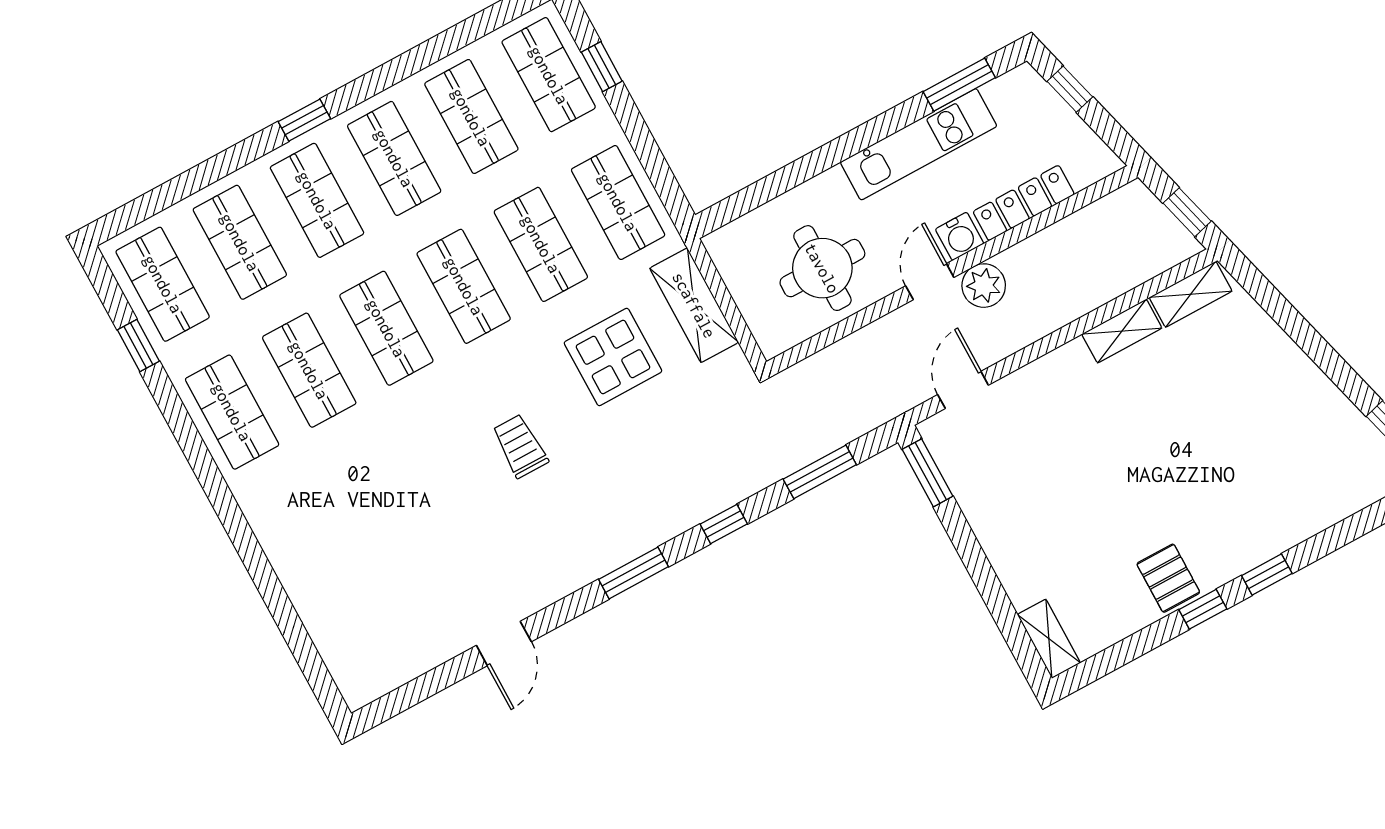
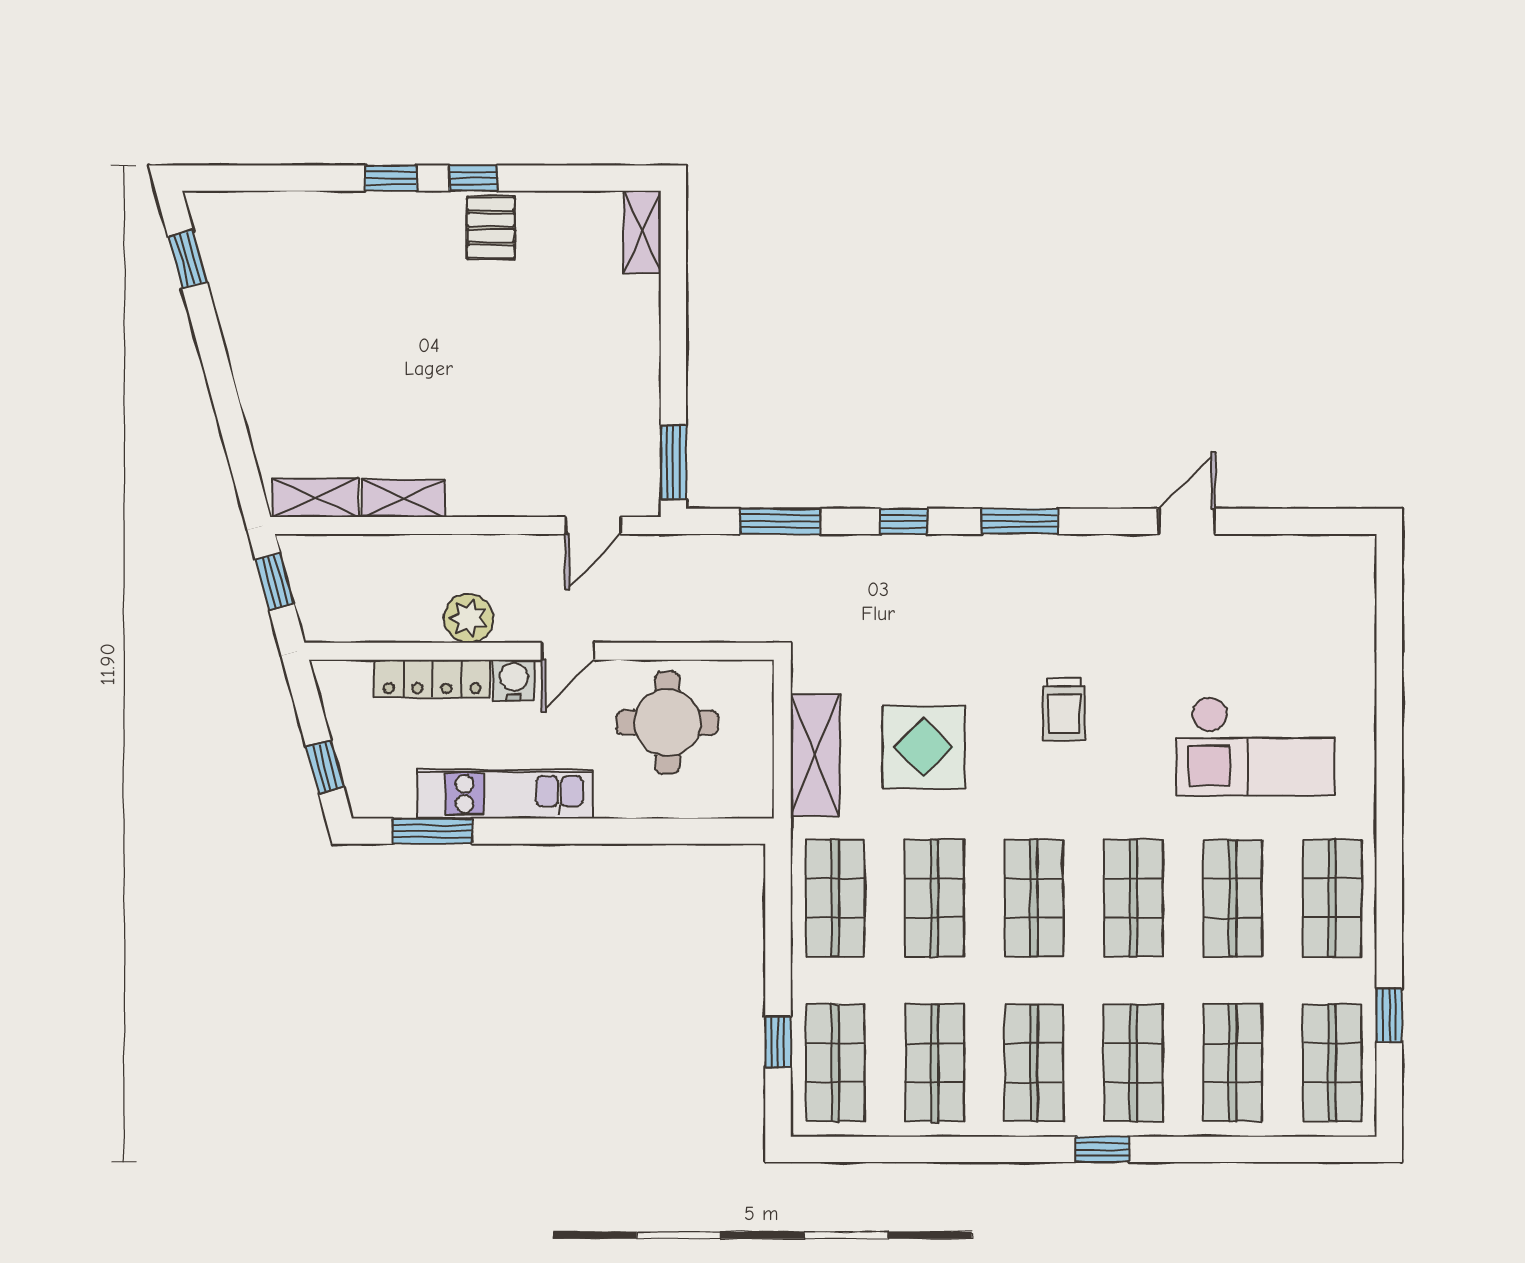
plant: (984, 286) -> (469, 618), moved
checkout: (356, 498) -> (1256, 746), added

